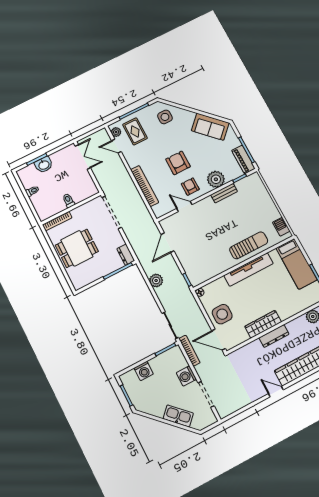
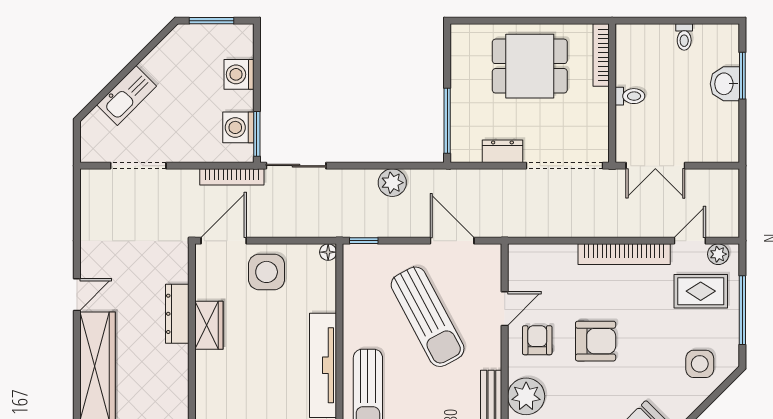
double door: (83, 157) -> (655, 166), moved
bookcase: (145, 186) -> (624, 254), moved
armchair: (190, 187) -> (537, 340), turned -90
sun lounger: (205, 236) -> (428, 317), added
dining table: (77, 248) -> (530, 66), turned 90
dresser: (126, 255) -> (502, 151), moved
wardrobe: (263, 324) -> (209, 325), width x0.67
dresser: (274, 336) -> (177, 314), moved
washing machine: (186, 376) -> (238, 127), moved, turned -90

